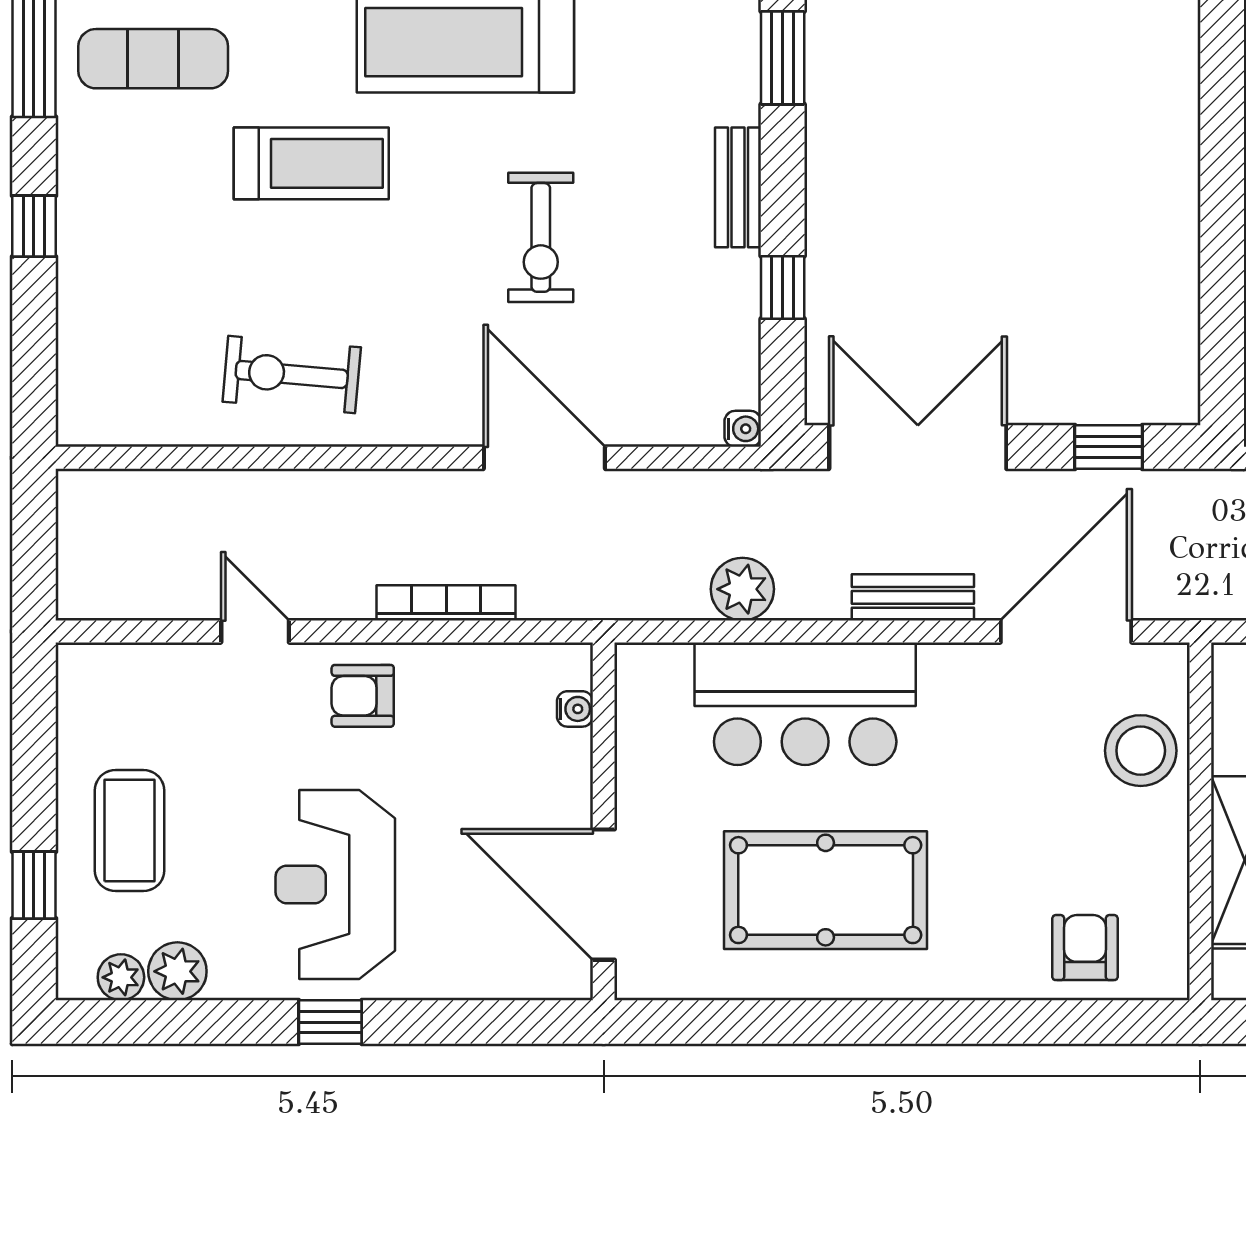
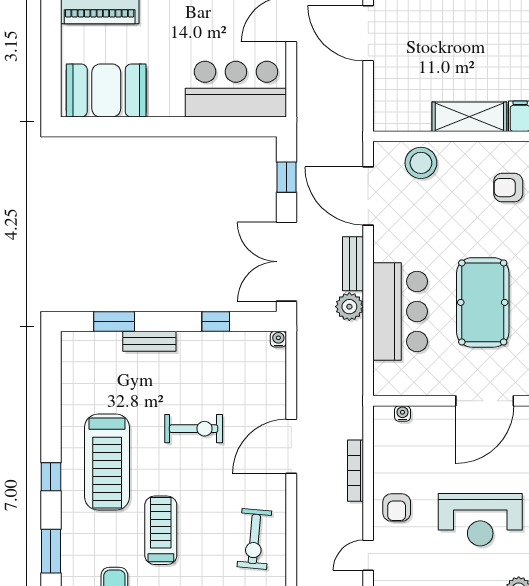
bench: (738, 187) -> (149, 341), moved
door: (544, 458) -> (291, 446), moved
plant: (742, 589) -> (349, 307), moved

